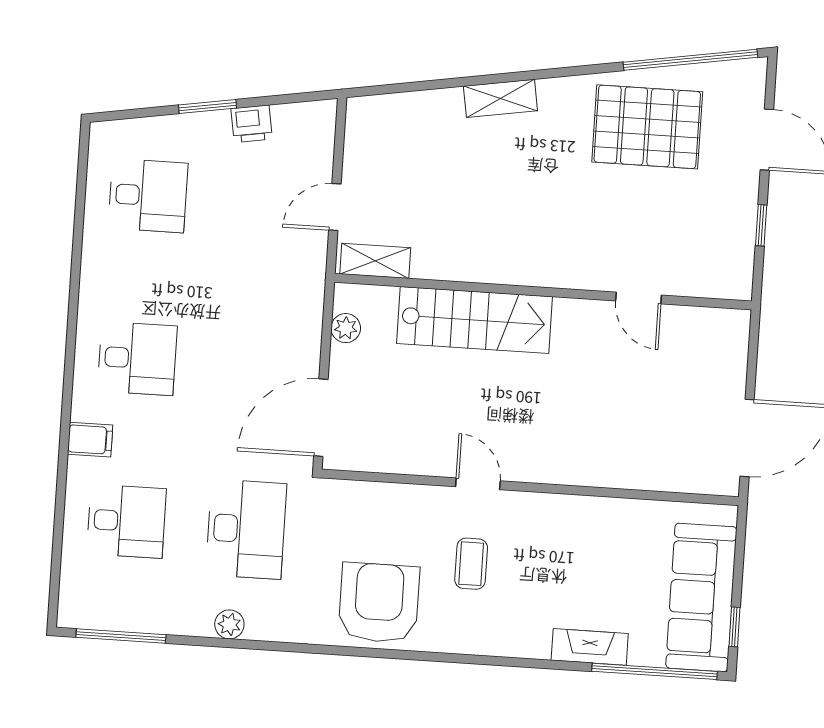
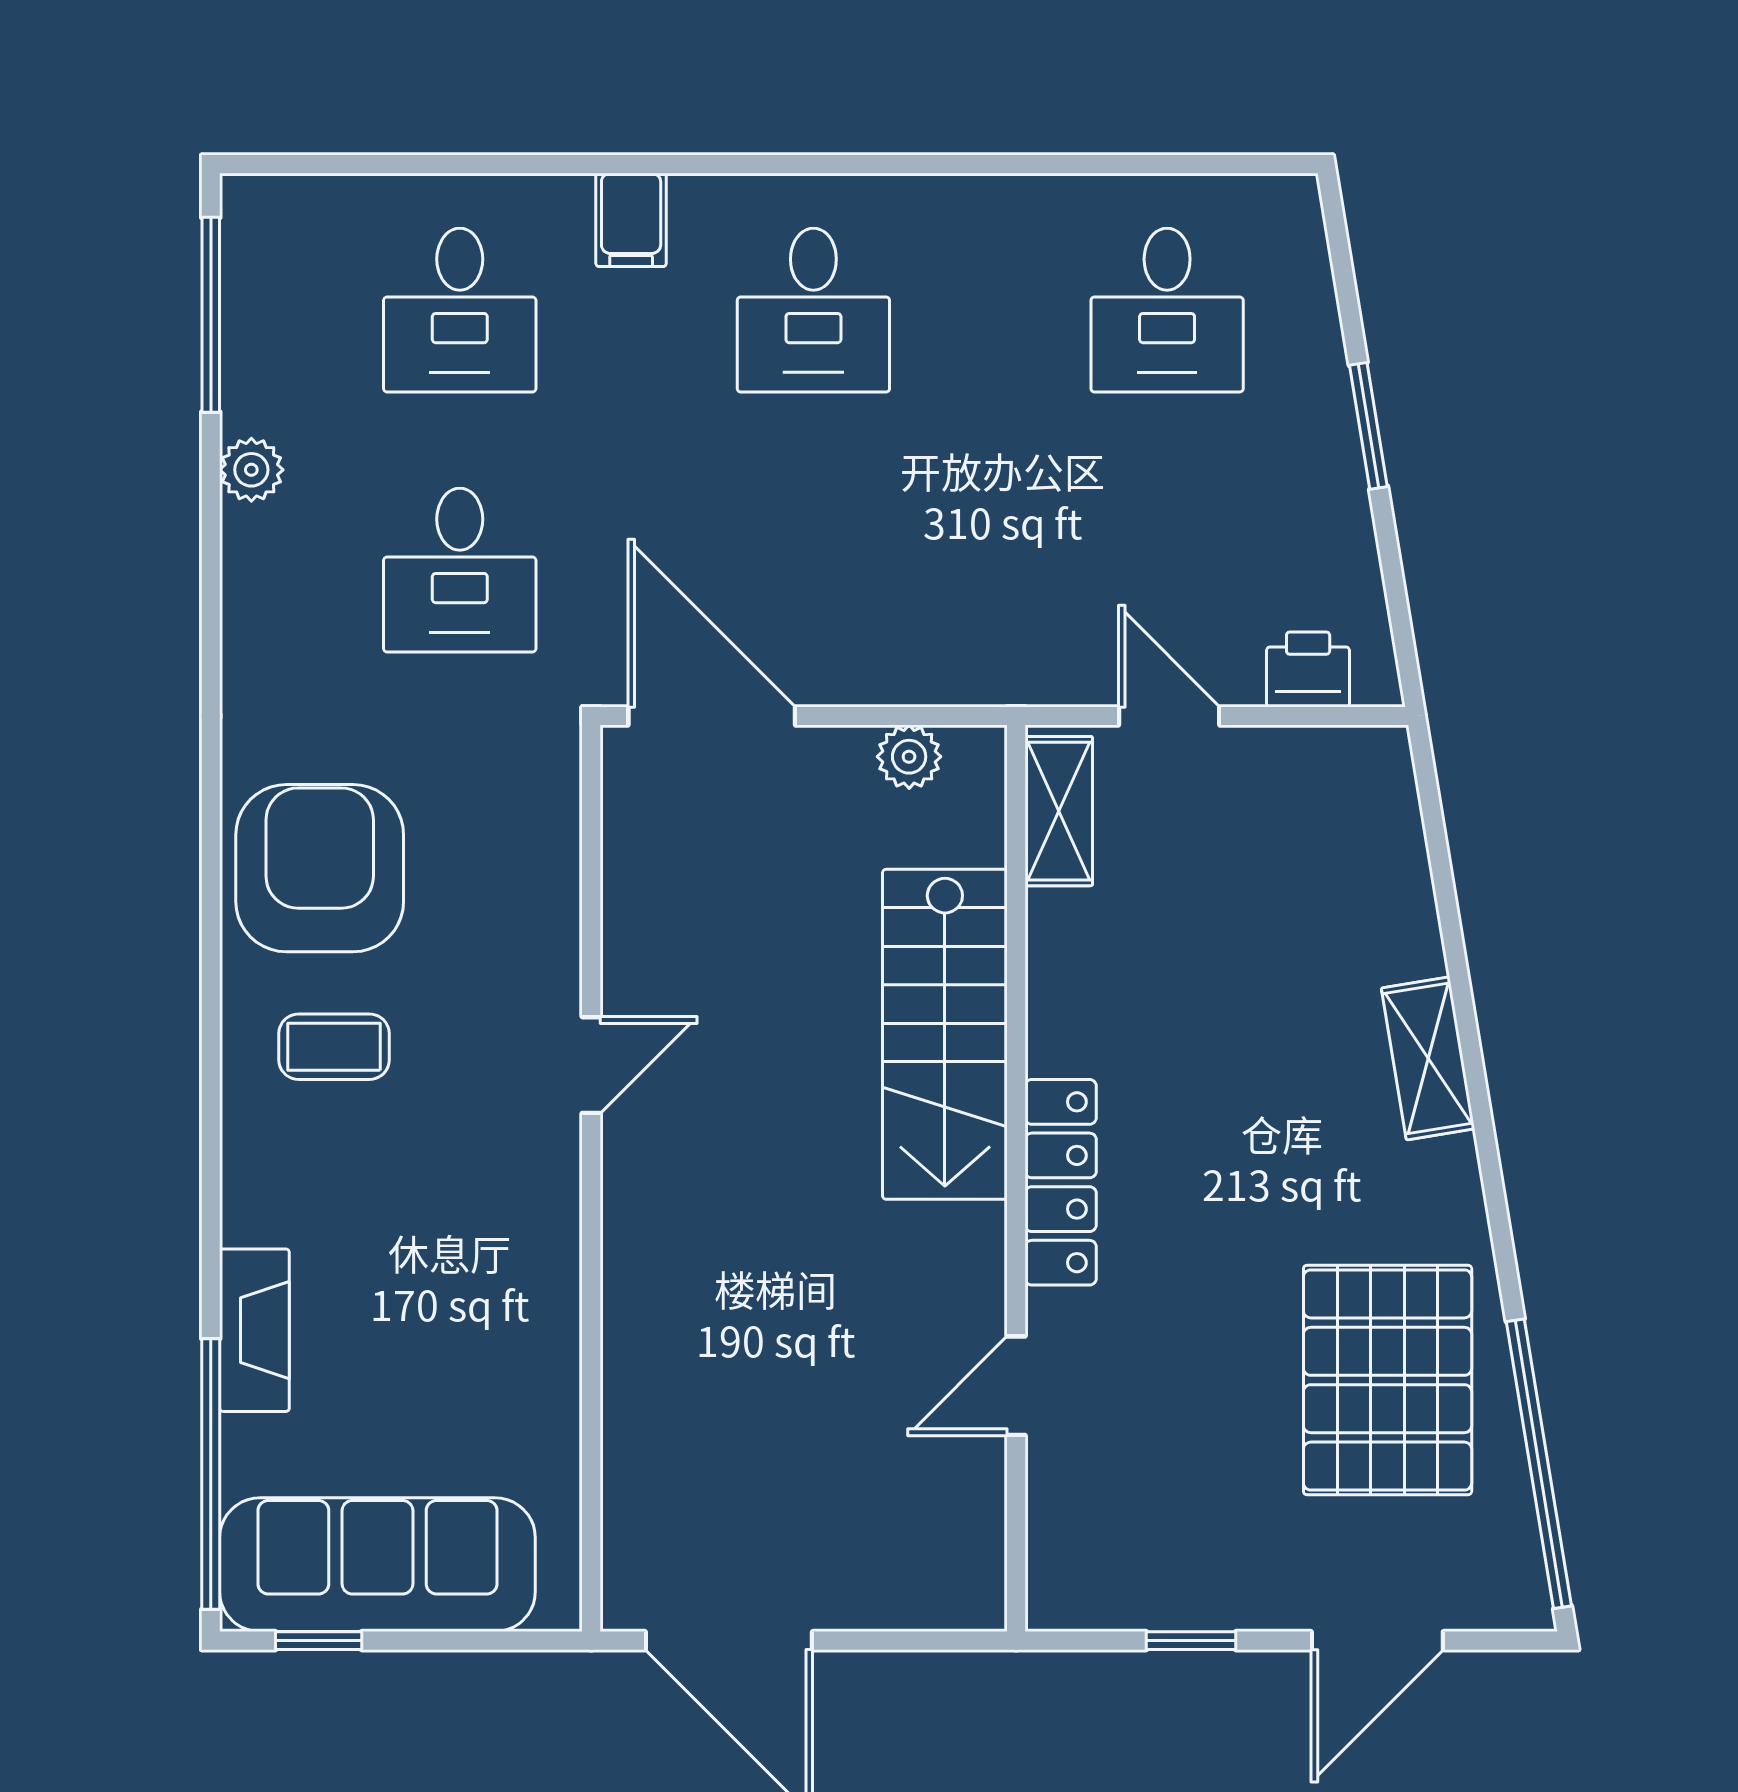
printer: (252, 124) -> (1308, 669), moved, turned 99
locker: (546, 271) -> (1061, 1182), added
desk: (246, 529) -> (460, 570), width x0.73
coffee table: (471, 564) -> (334, 1047), moved
armchair: (379, 603) -> (320, 868), turned -90
plant: (229, 624) -> (251, 470), moved

